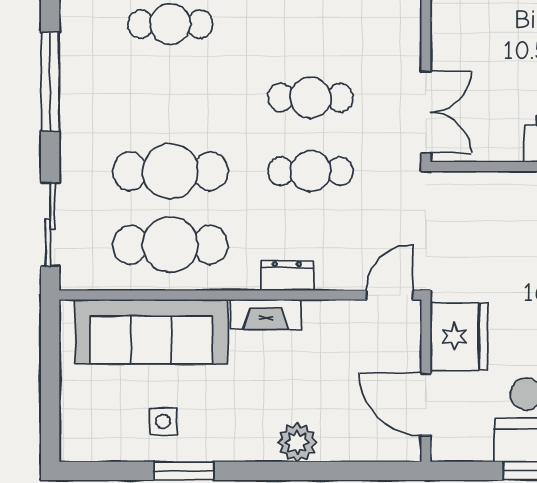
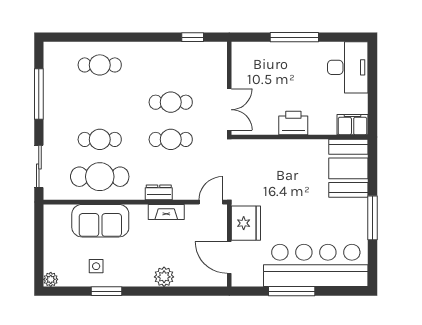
cafe table: (170, 171) -> (100, 139), width x0.73, depth x0.74
fireplace: (266, 314) -> (166, 212), moved
sofa: (151, 332) -> (100, 221), width x0.73
plant: (73, 448) -> (51, 279), added

